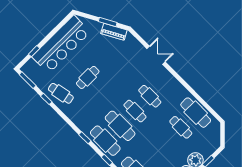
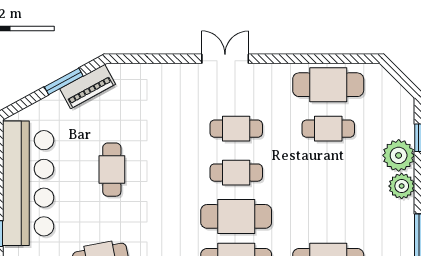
double door: (156, 55) -> (225, 59), moved
cafe table: (88, 77) -> (112, 170), moved

